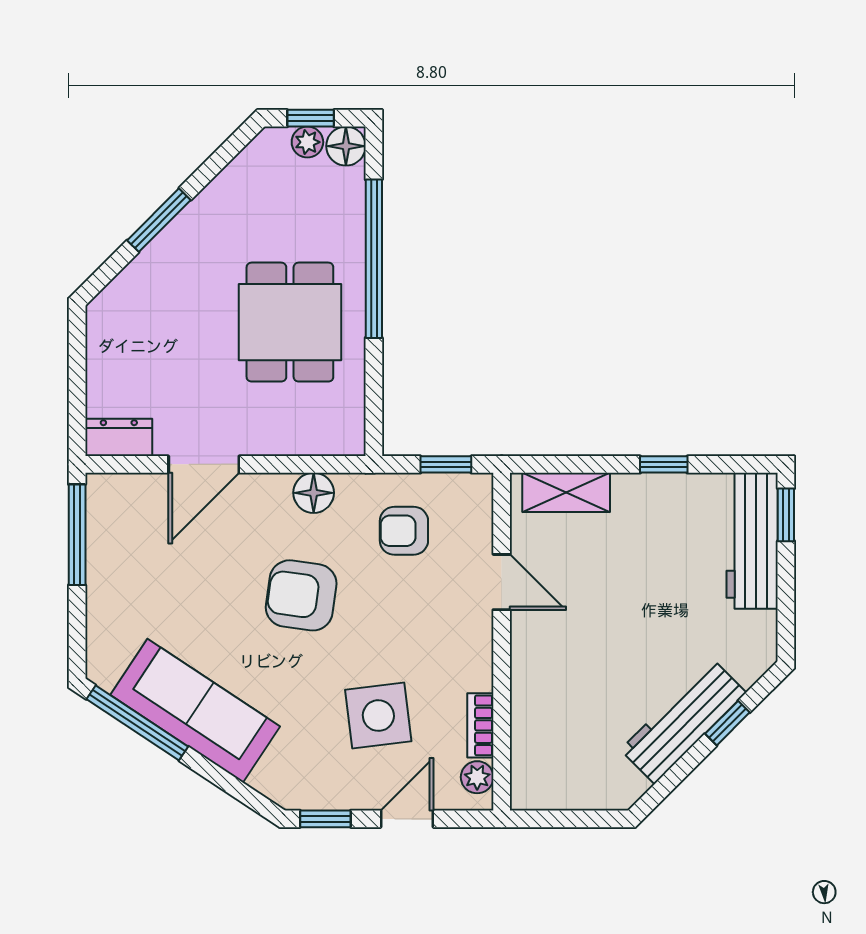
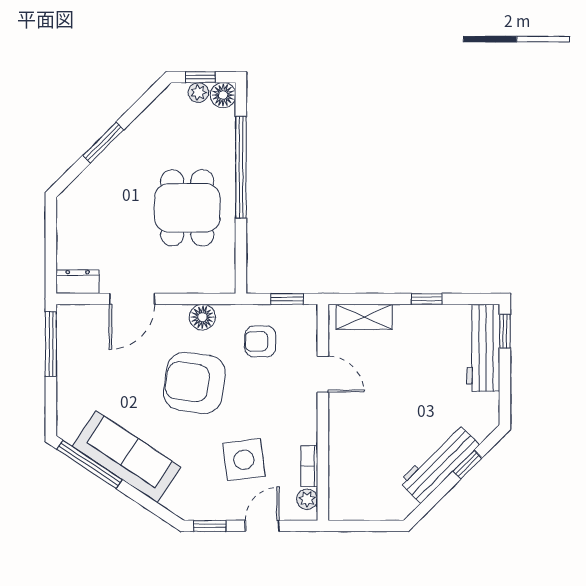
armchair: (301, 595) -> (194, 383), width x1.36, depth x1.36

